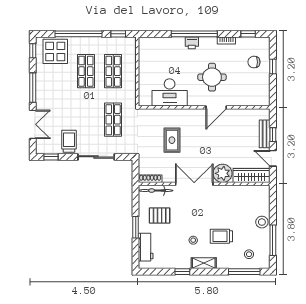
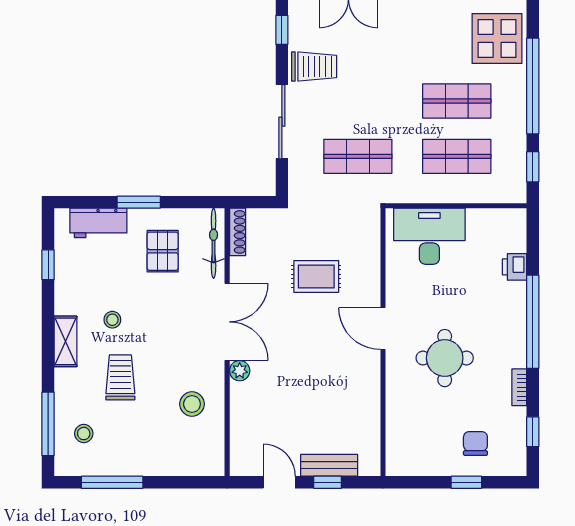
printer: (192, 43) -> (515, 267), moved
desk: (170, 92) -> (429, 236), moved, turned 90
door: (216, 107) -> (383, 329), moved
door: (273, 158) -> (279, 482), hinge flipped
plant: (223, 173) -> (240, 371), width x0.53, depth x0.53
wardrobe: (251, 176) -> (244, 439), removed
stool: (262, 222) -> (192, 404), moved
window: (182, 272) -> (48, 265), moved

